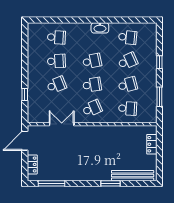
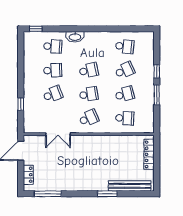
window: (40, 20) -> (36, 29), added
washbasin: (100, 28) -> (75, 37), moved
window: (159, 97) -> (157, 95), moved
double door: (62, 124) -> (58, 134), swing flipped
locker: (152, 144) -> (149, 154), width x1.53

